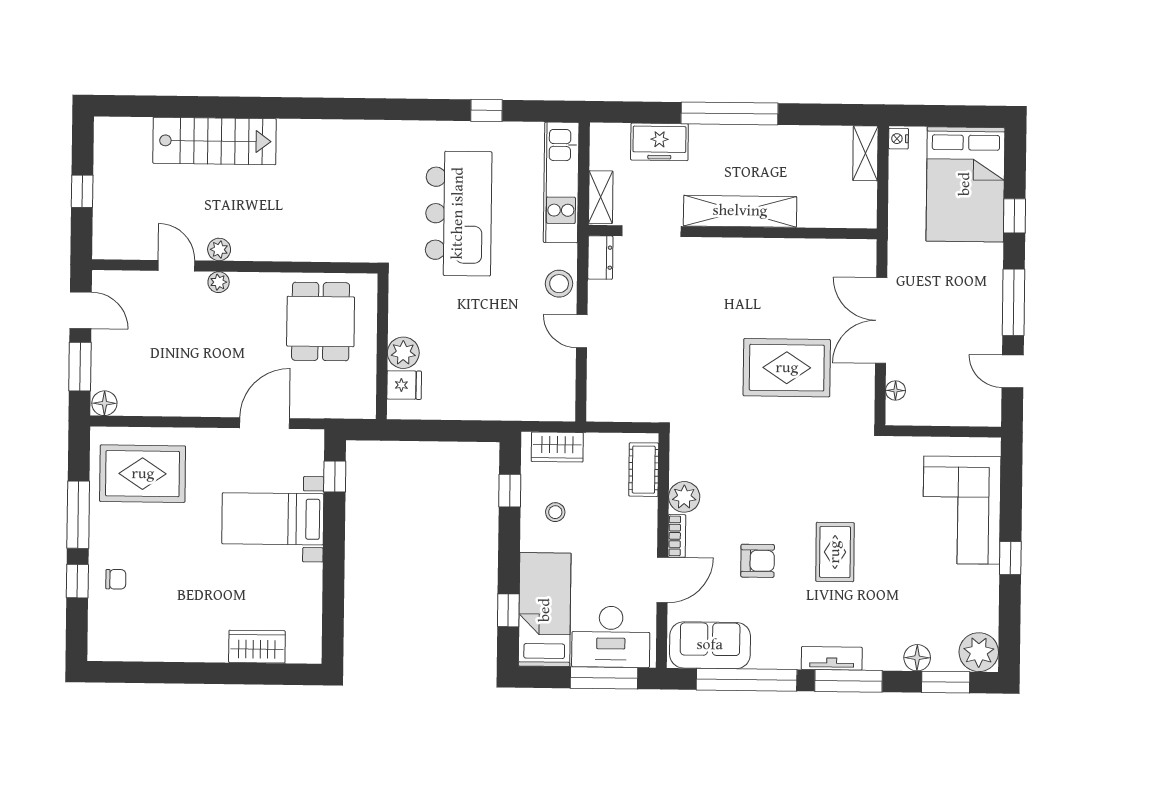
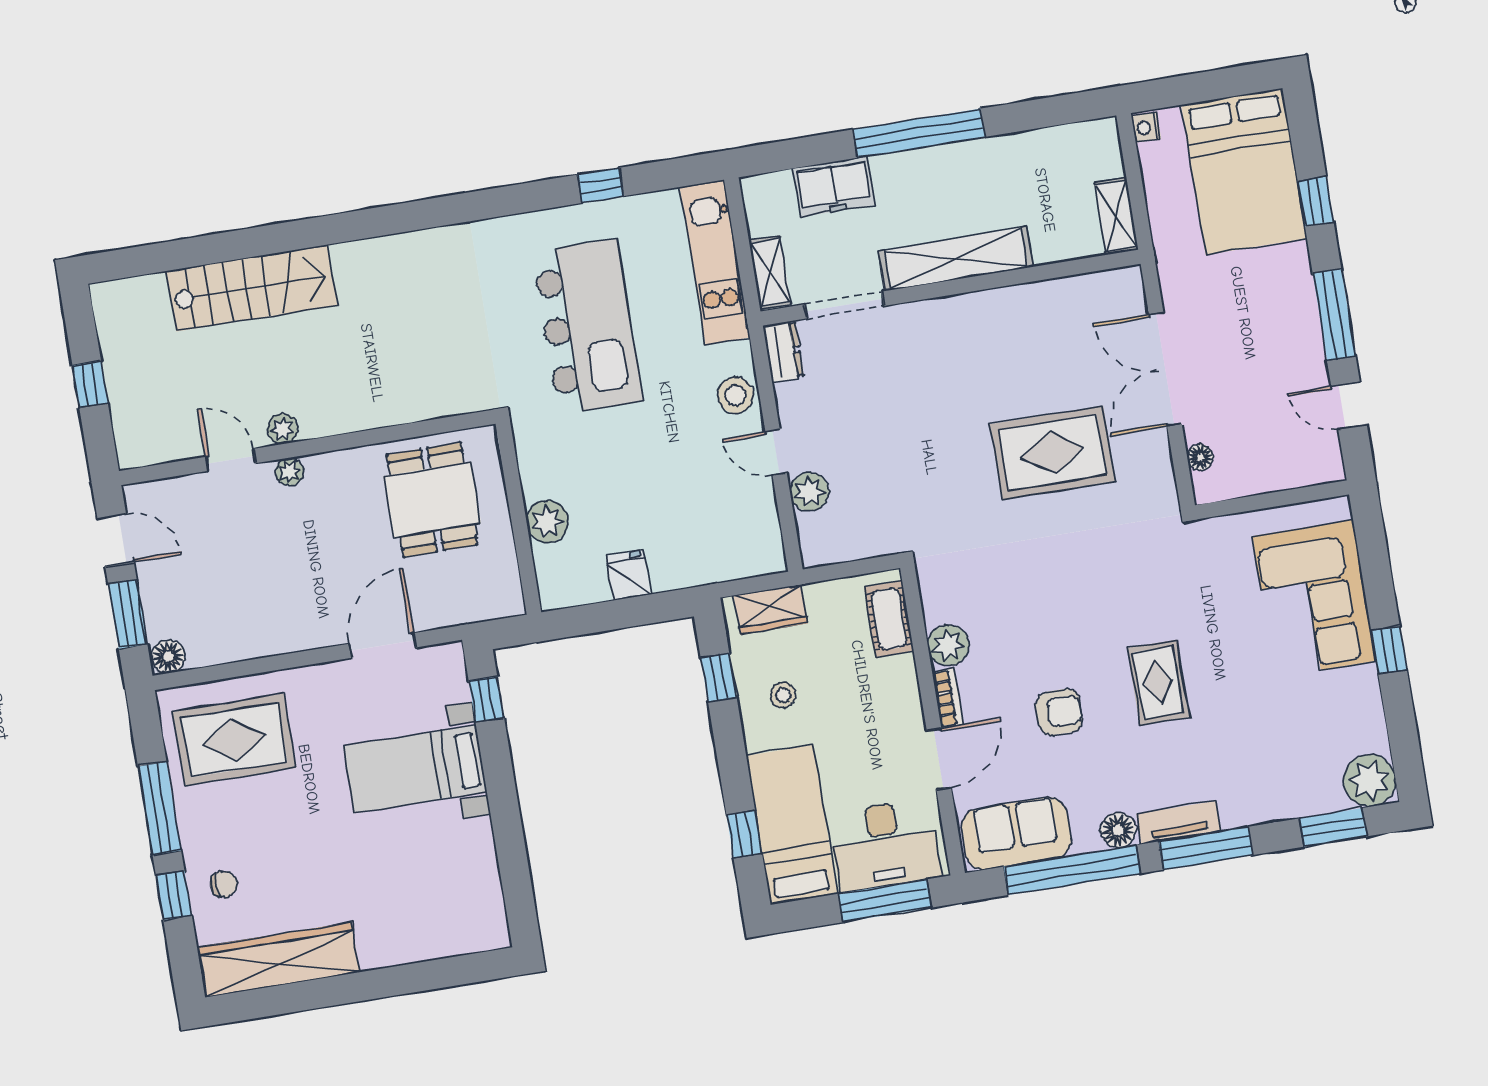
shelving: (865, 153) -> (1116, 216), moved
plant: (601, 365) -> (809, 492), added
fridge: (404, 385) -> (628, 575), moved, turned -90
wardrobe: (257, 647) -> (278, 960), moved, width x2.10, depth x1.17
floor lamp: (917, 658) -> (1118, 830), moved

